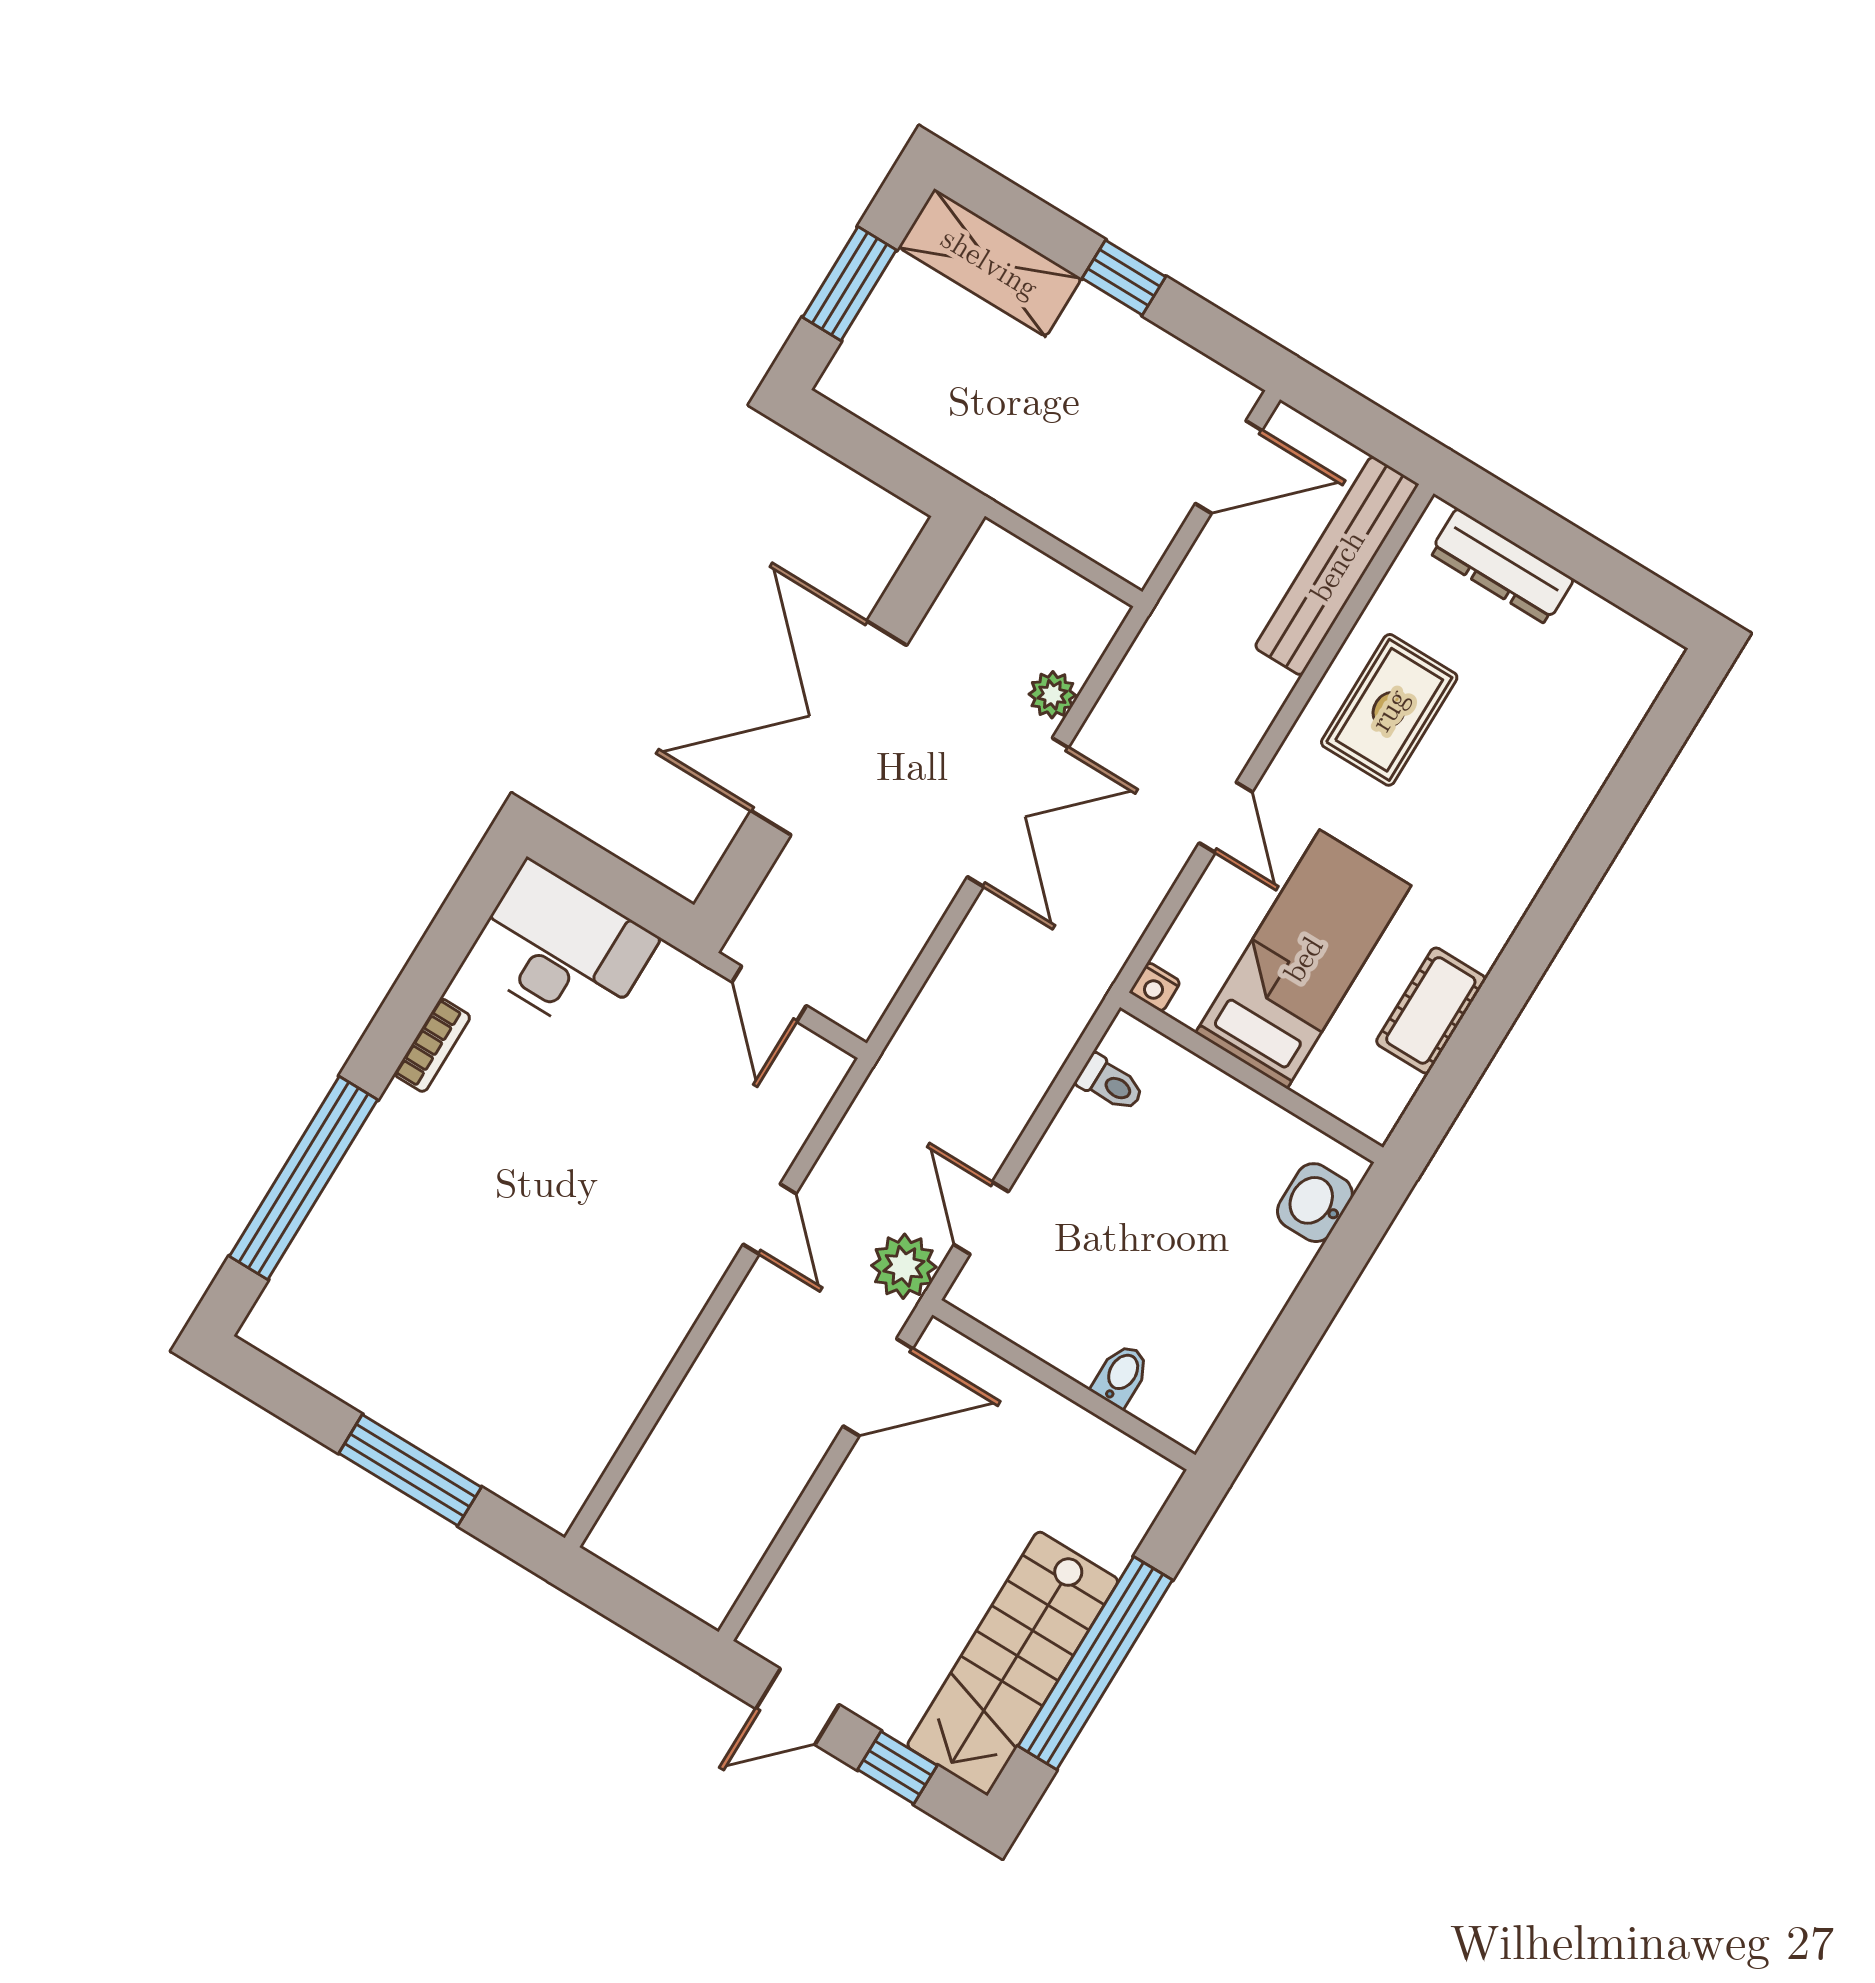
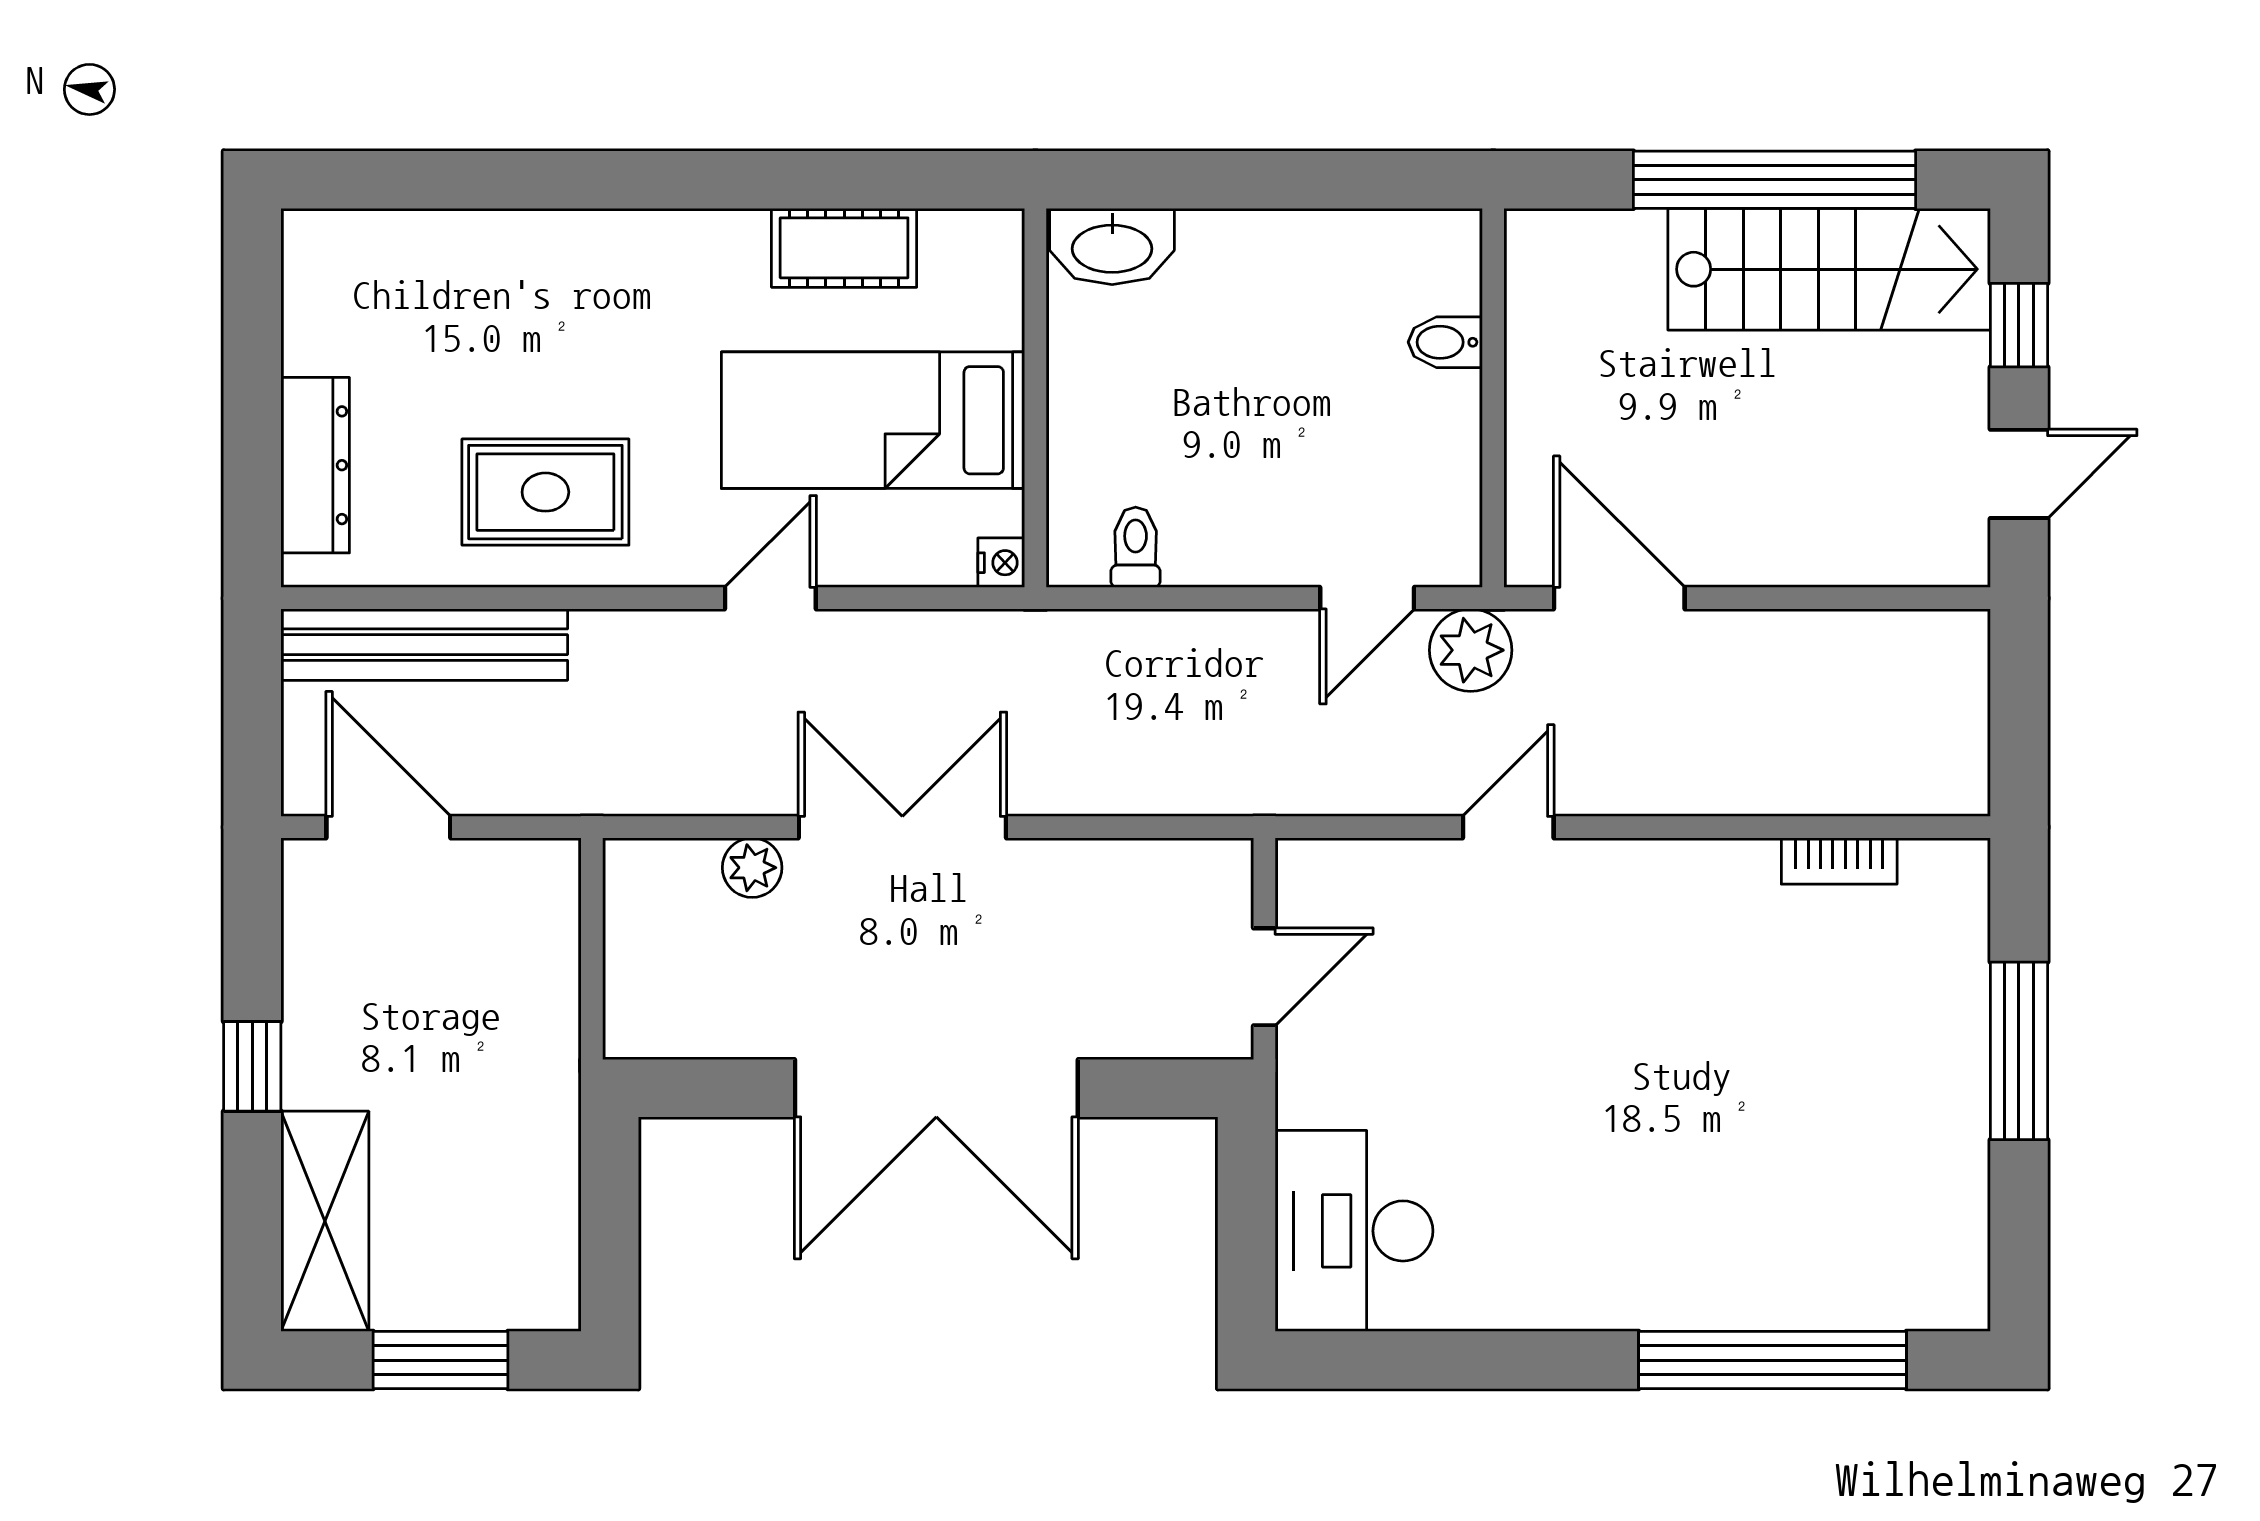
bookcase: (432, 1045) -> (1839, 861), moved, turned 180
washbasin: (1315, 1203) -> (1112, 246), width x1.38
door: (798, 1707) -> (2019, 474), hinge flipped

